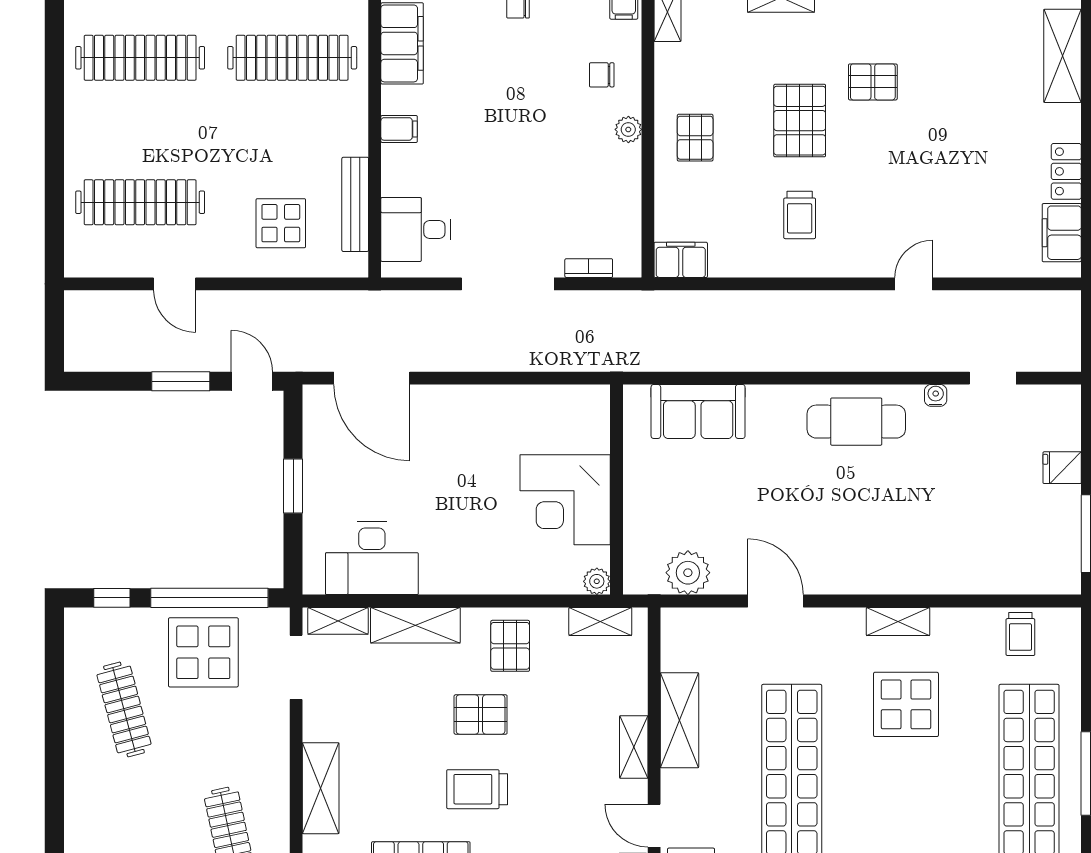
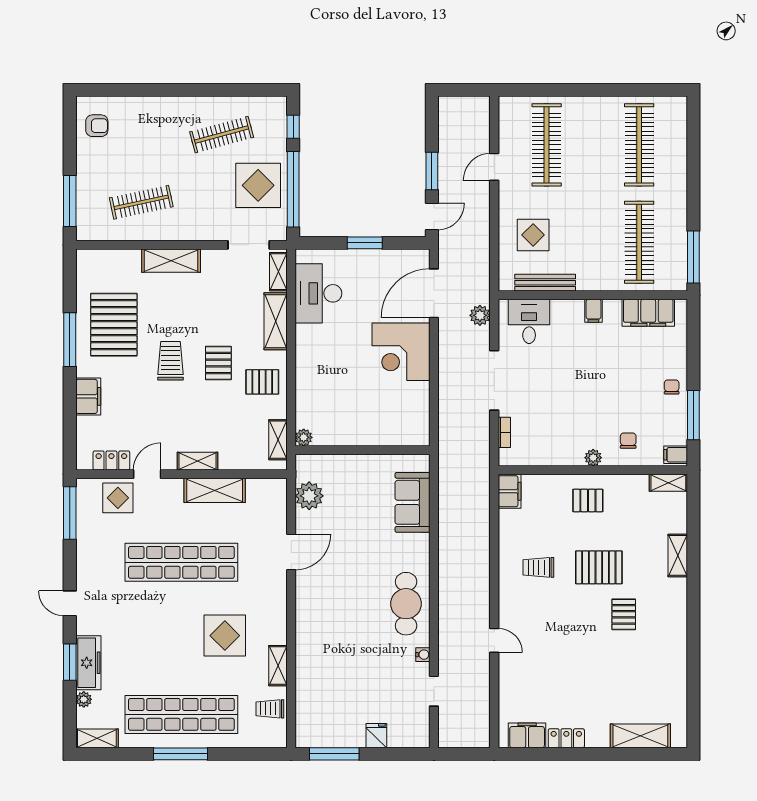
plant: (406, 306) -> (480, 315), added
corner desk: (565, 500) -> (401, 352), moved, turned -90
shelving: (898, 622) -> (278, 666), moved

